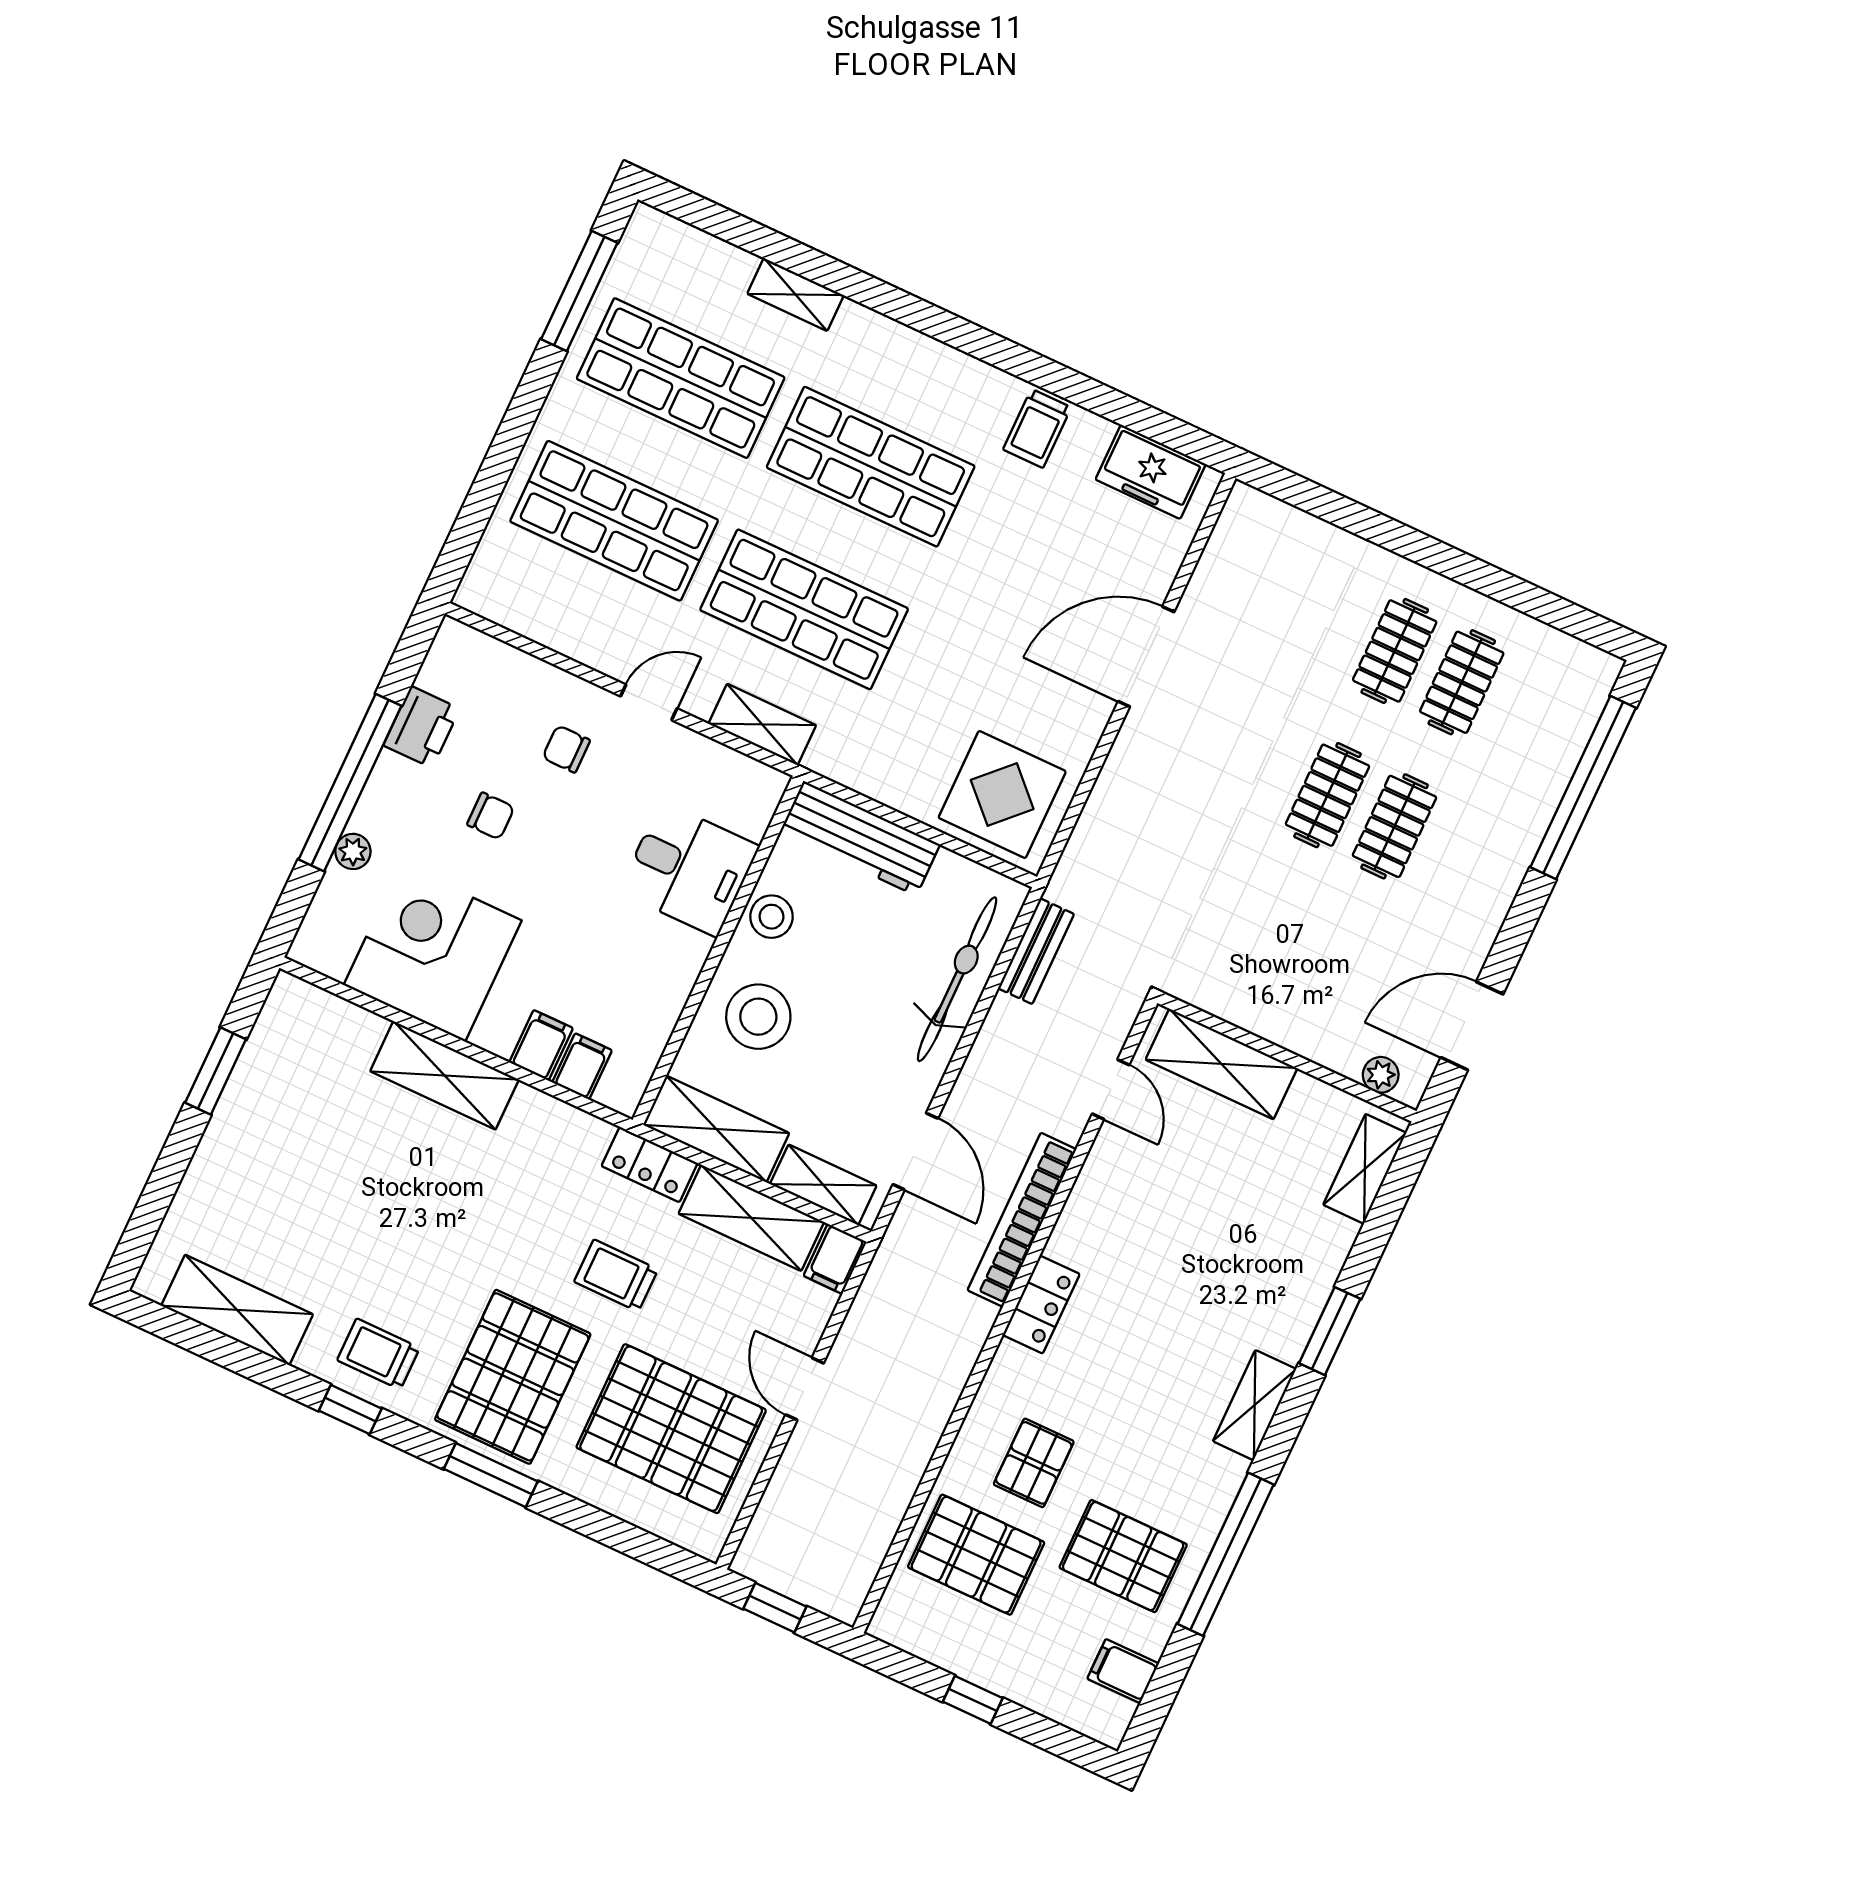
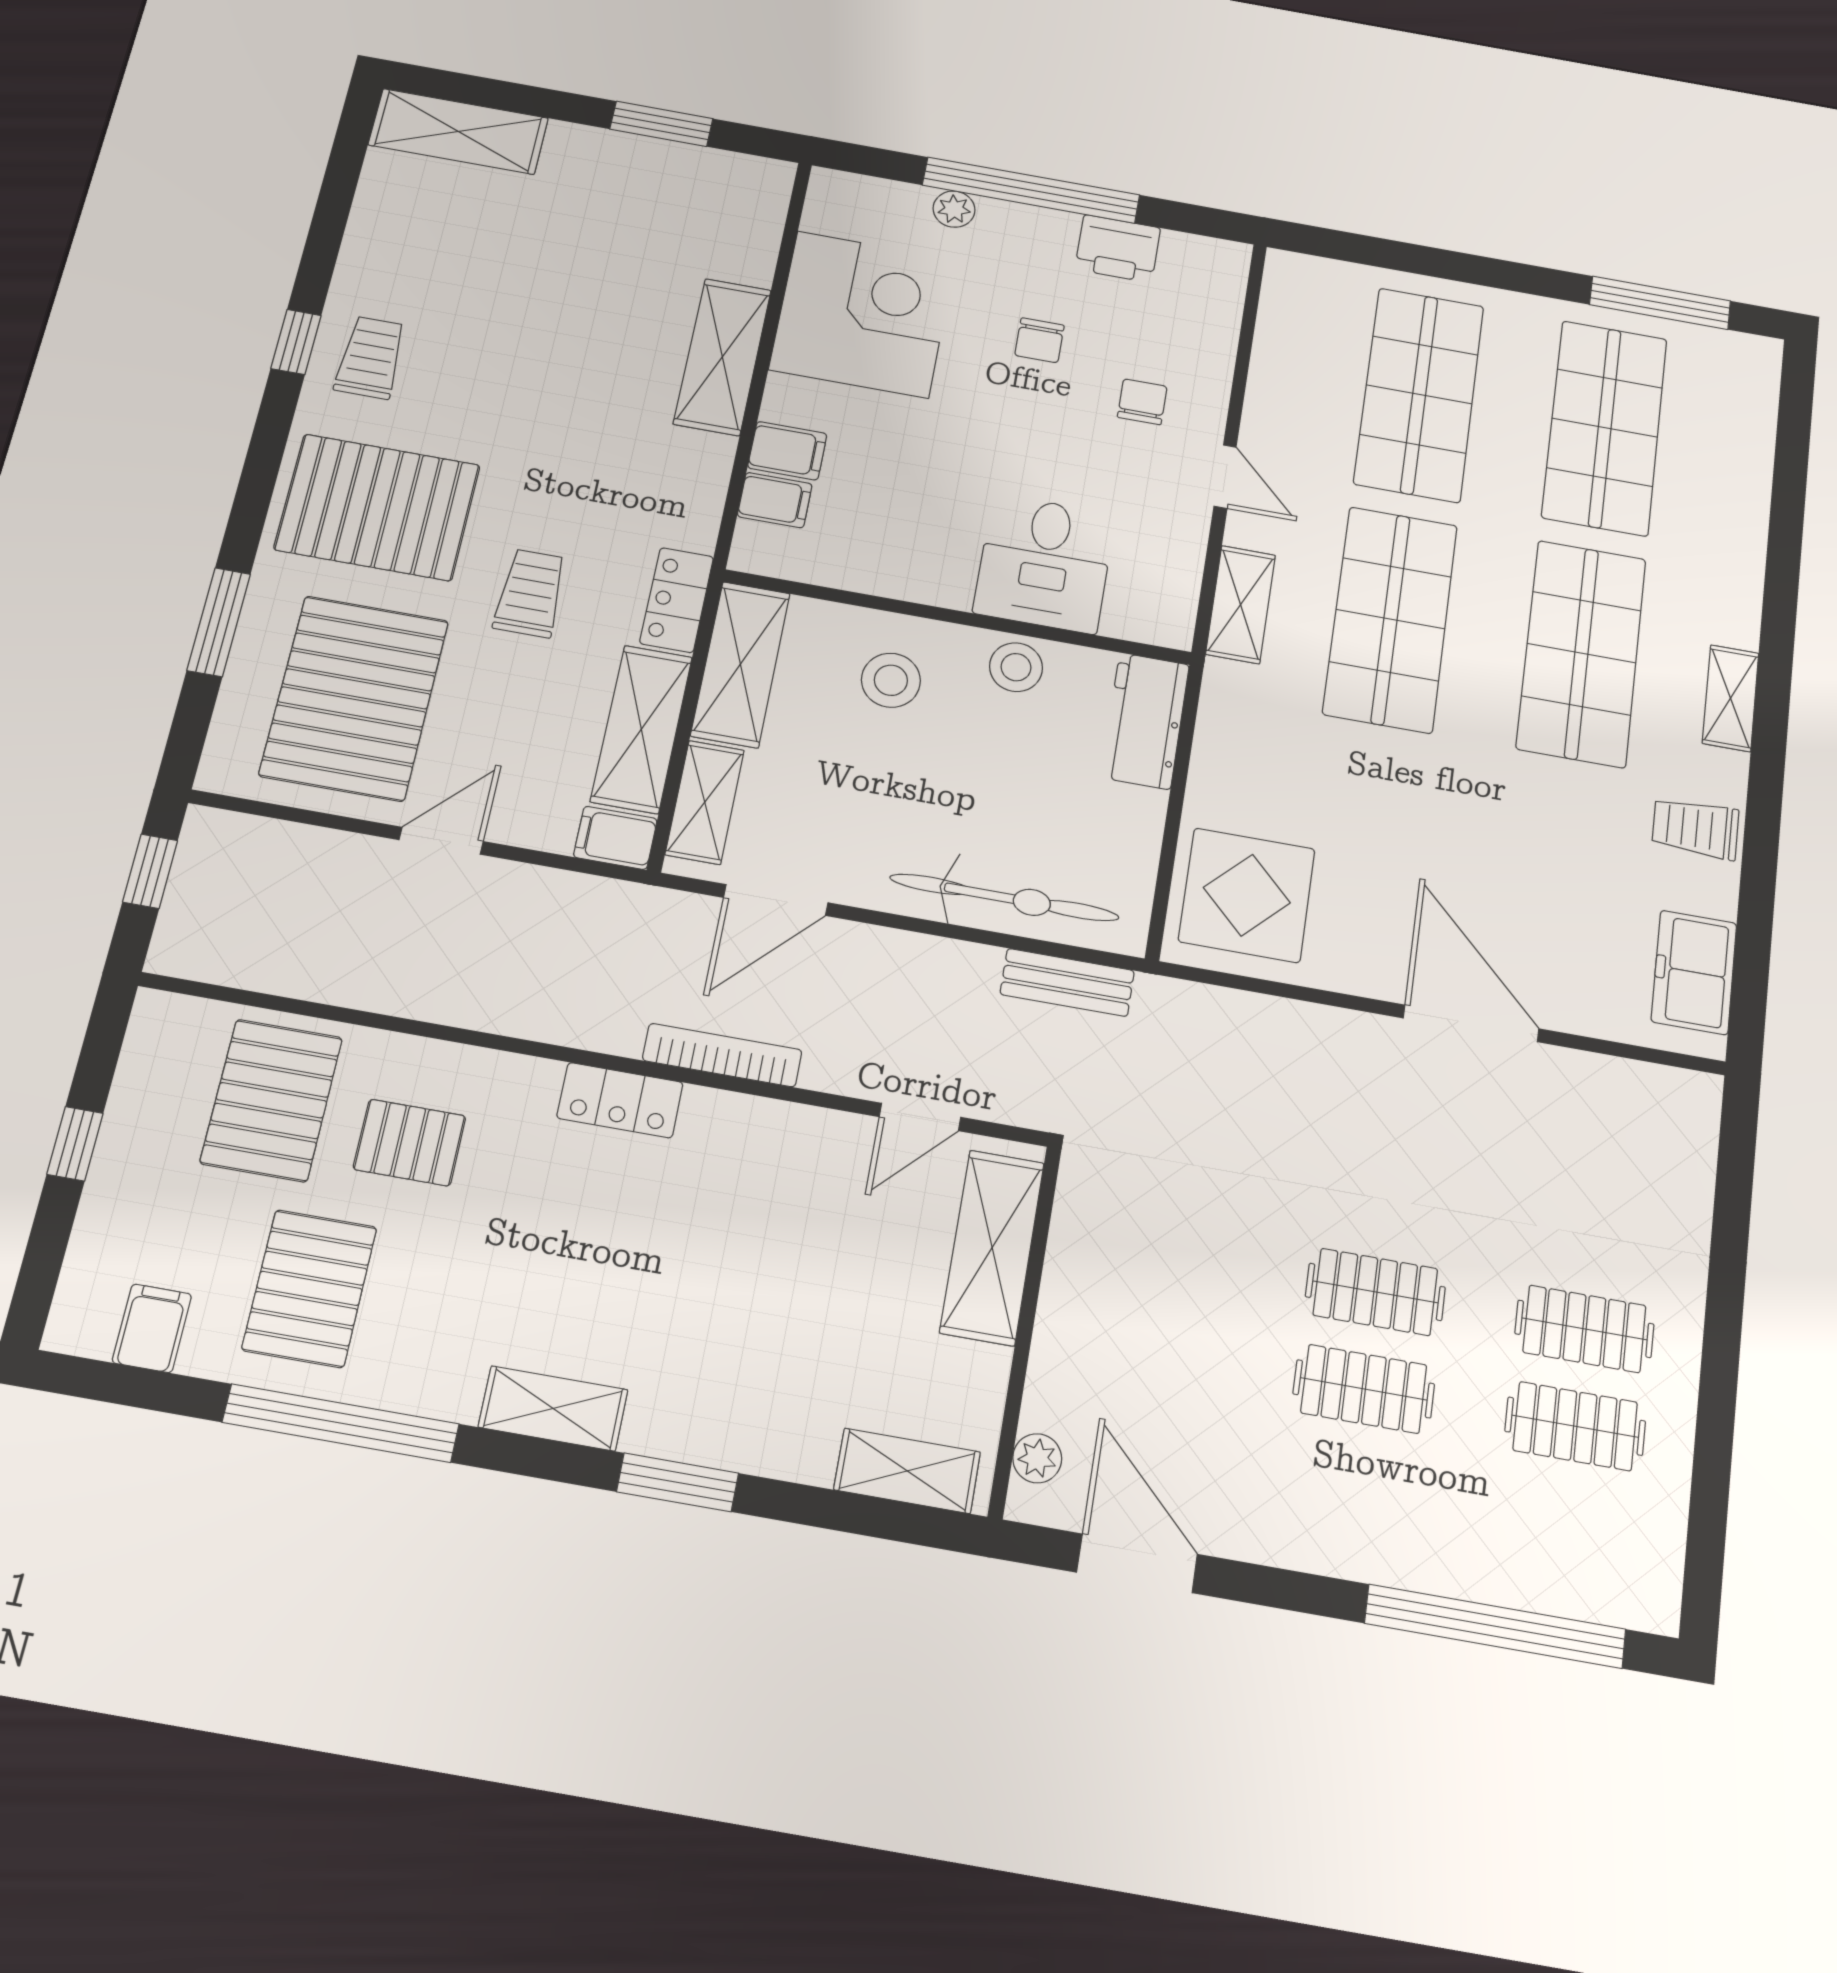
shelving: (796, 294) -> (1731, 698), moved
workbench: (860, 838) -> (1145, 721), width x0.73
stool: (758, 1017) -> (891, 680), width x0.73, depth x0.73
bookcase: (1022, 1220) -> (722, 1055), width x0.68, depth x0.76
shelving: (237, 1310) -> (458, 132), moved, turned 90
window: (491, 1475) -> (219, 622), moved

